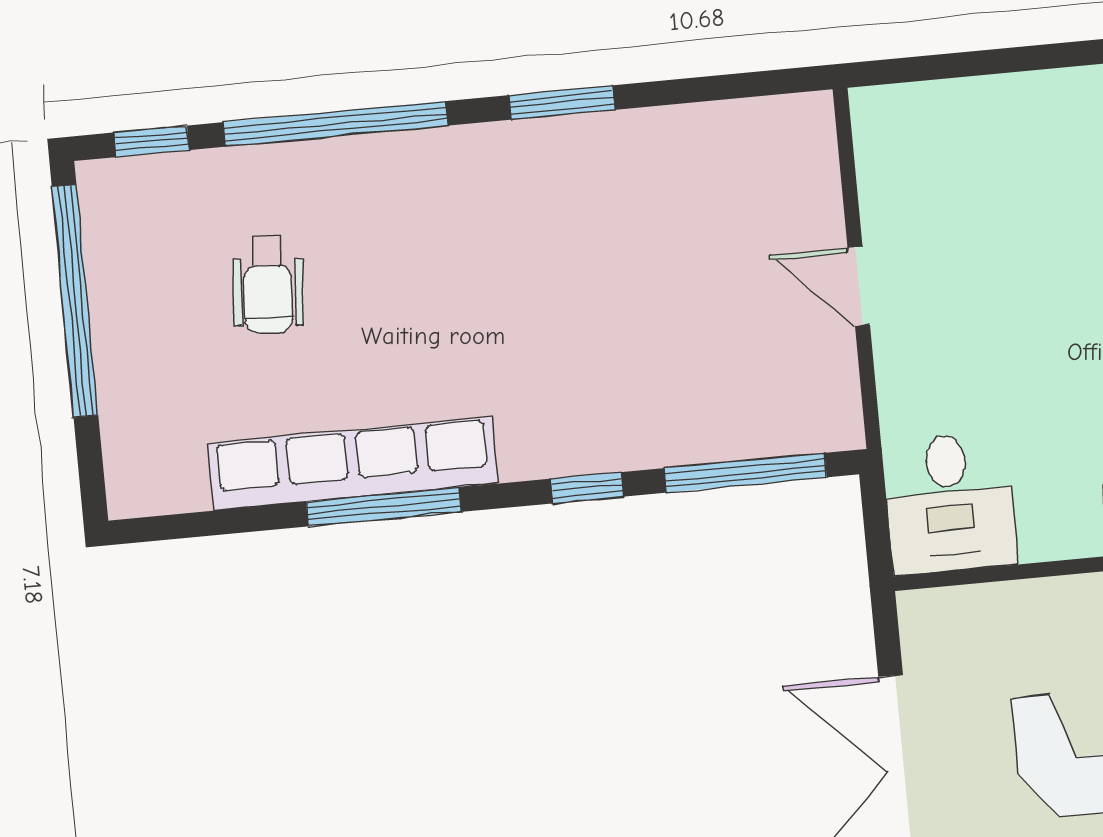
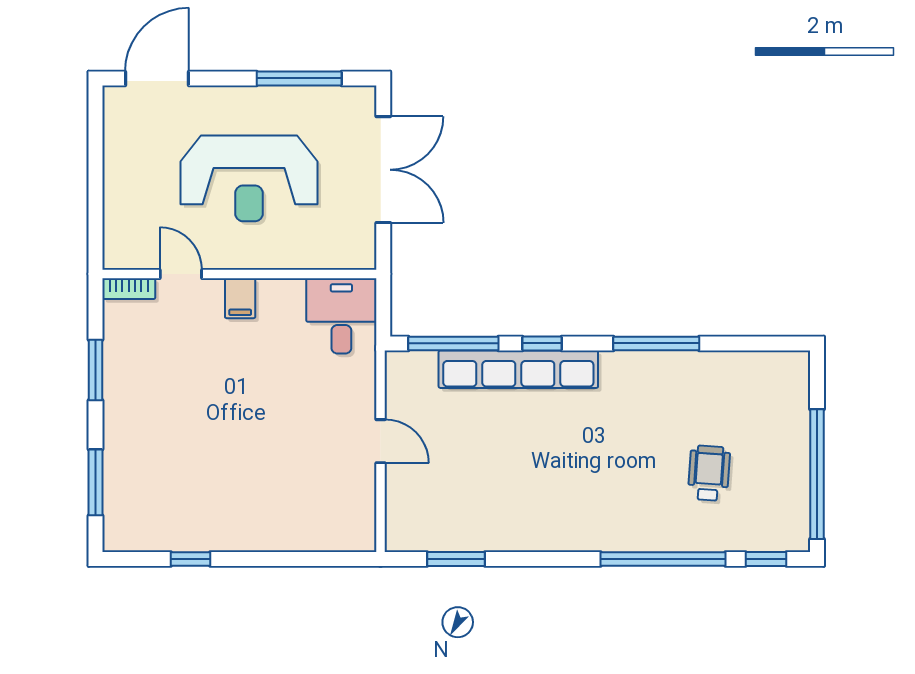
window: (562, 103) -> (456, 559), moved
row of seats: (352, 464) -> (518, 369), moved

